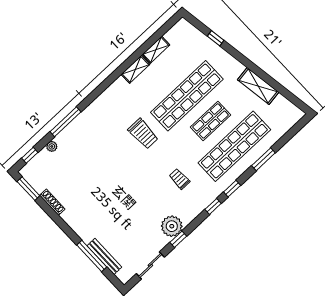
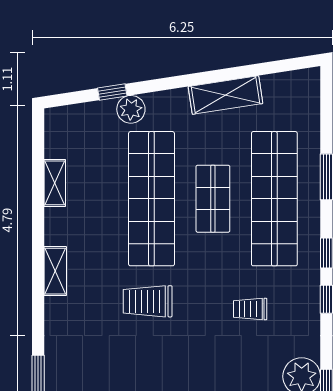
plant: (216, 53) -> (131, 109), added
shelving: (135, 69) -> (55, 271), moved
trolley: (143, 134) -> (148, 301), turned 180

